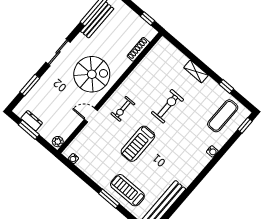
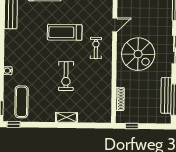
spiral stairs: (92, 74) -> (138, 54), turned -90
window: (226, 86) -> (14, 124), moved
treadmill: (138, 144) -> (65, 32), turned -90

